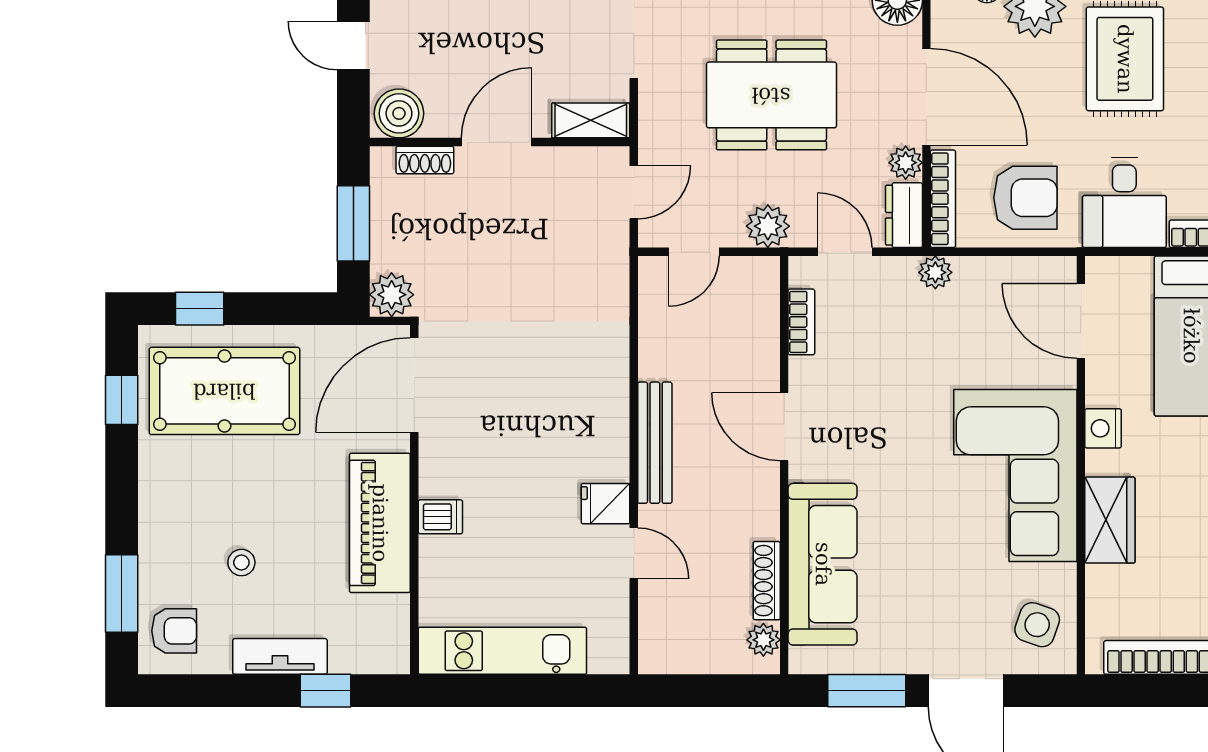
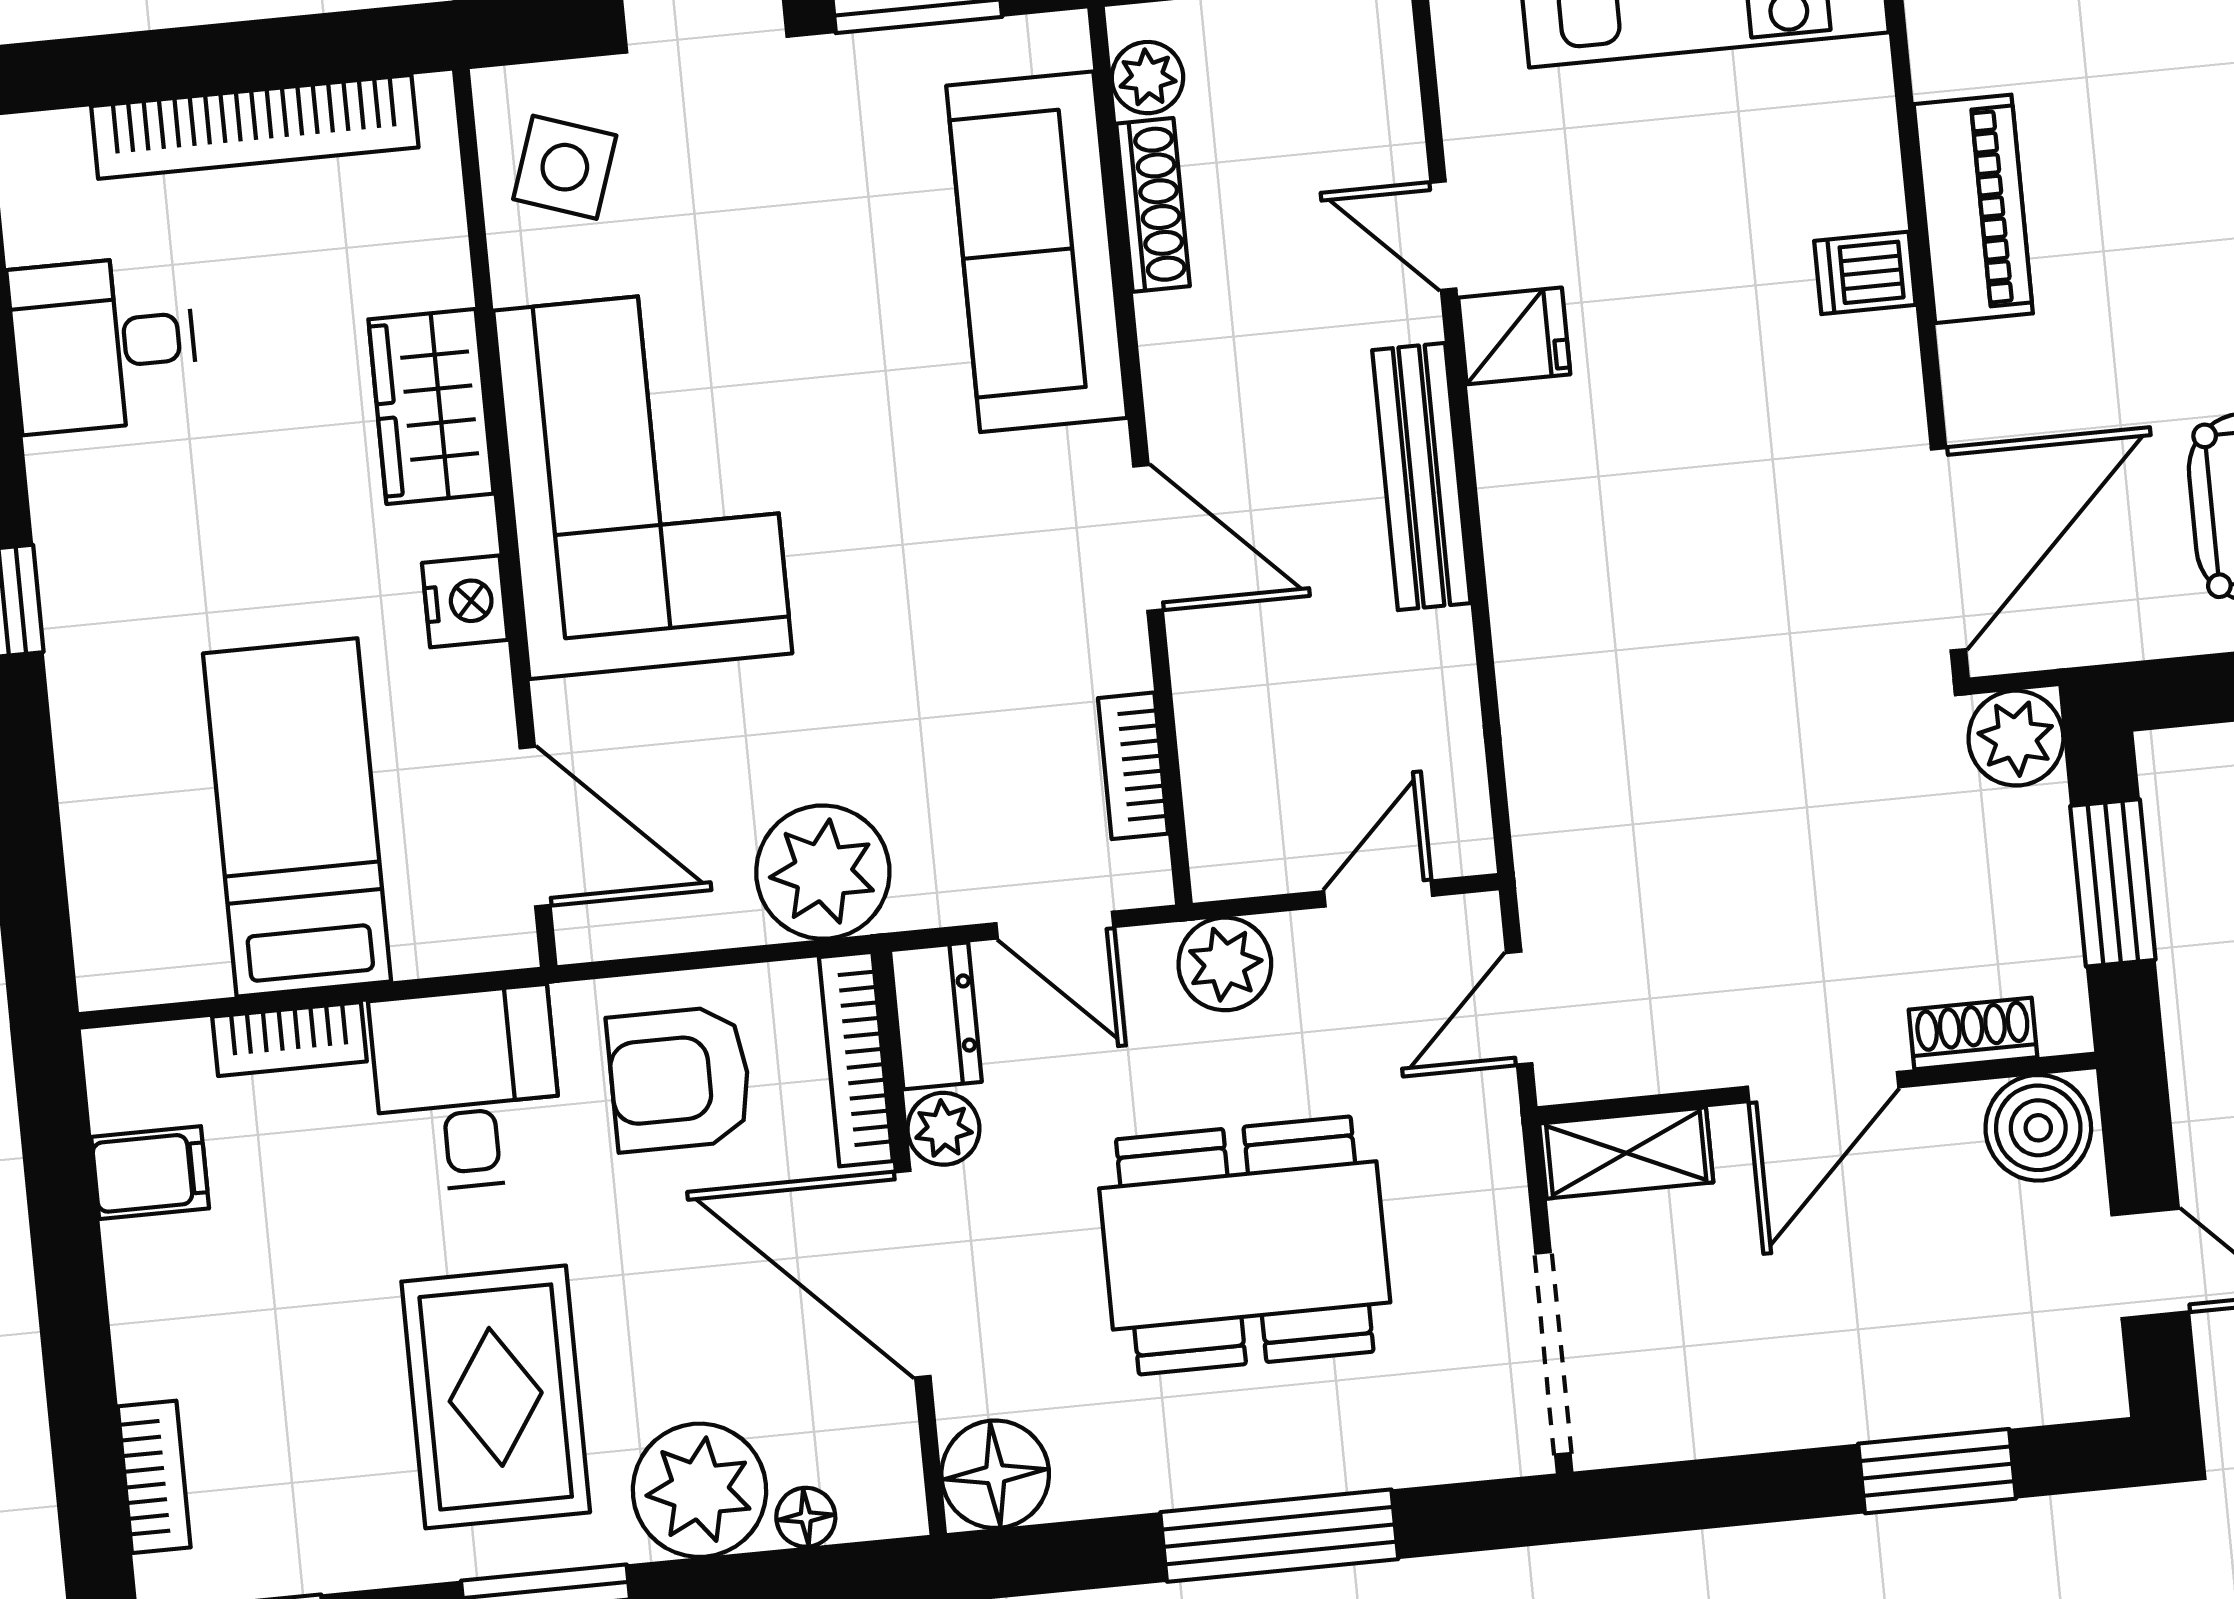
plant: (935, 272) -> (823, 872), width x1.88, depth x1.88
piano: (380, 523) -> (1973, 209), width x0.73, depth x0.75

